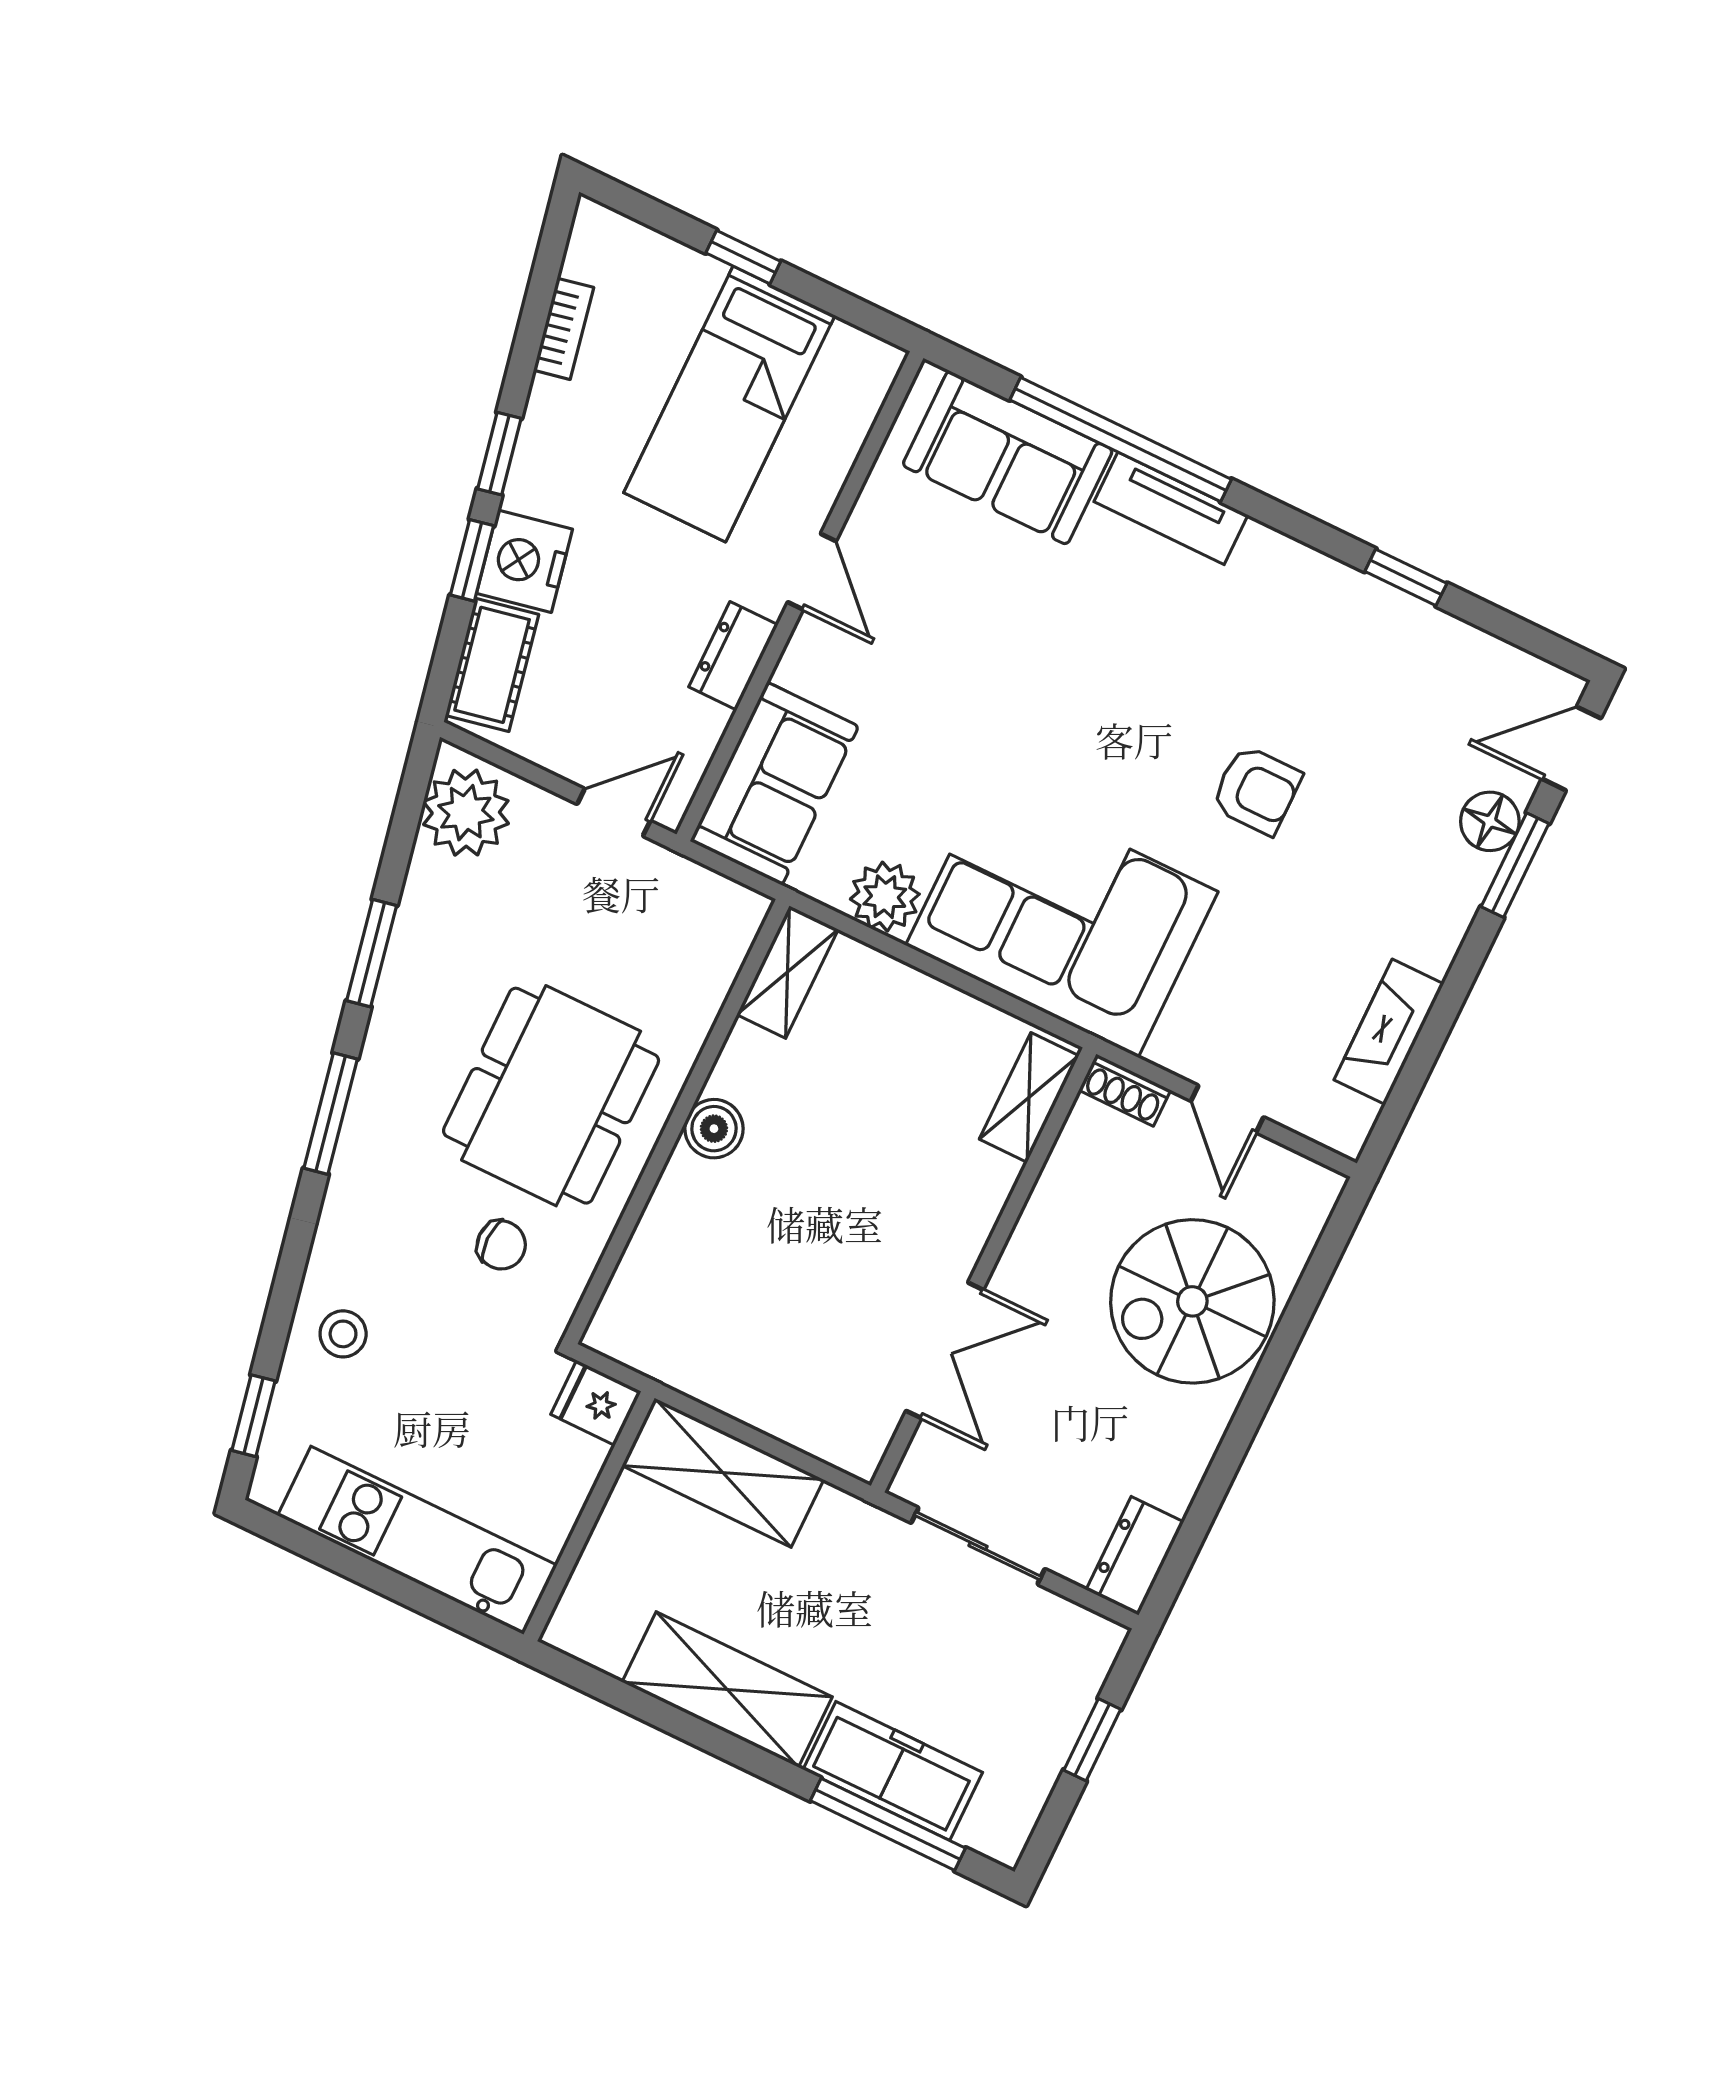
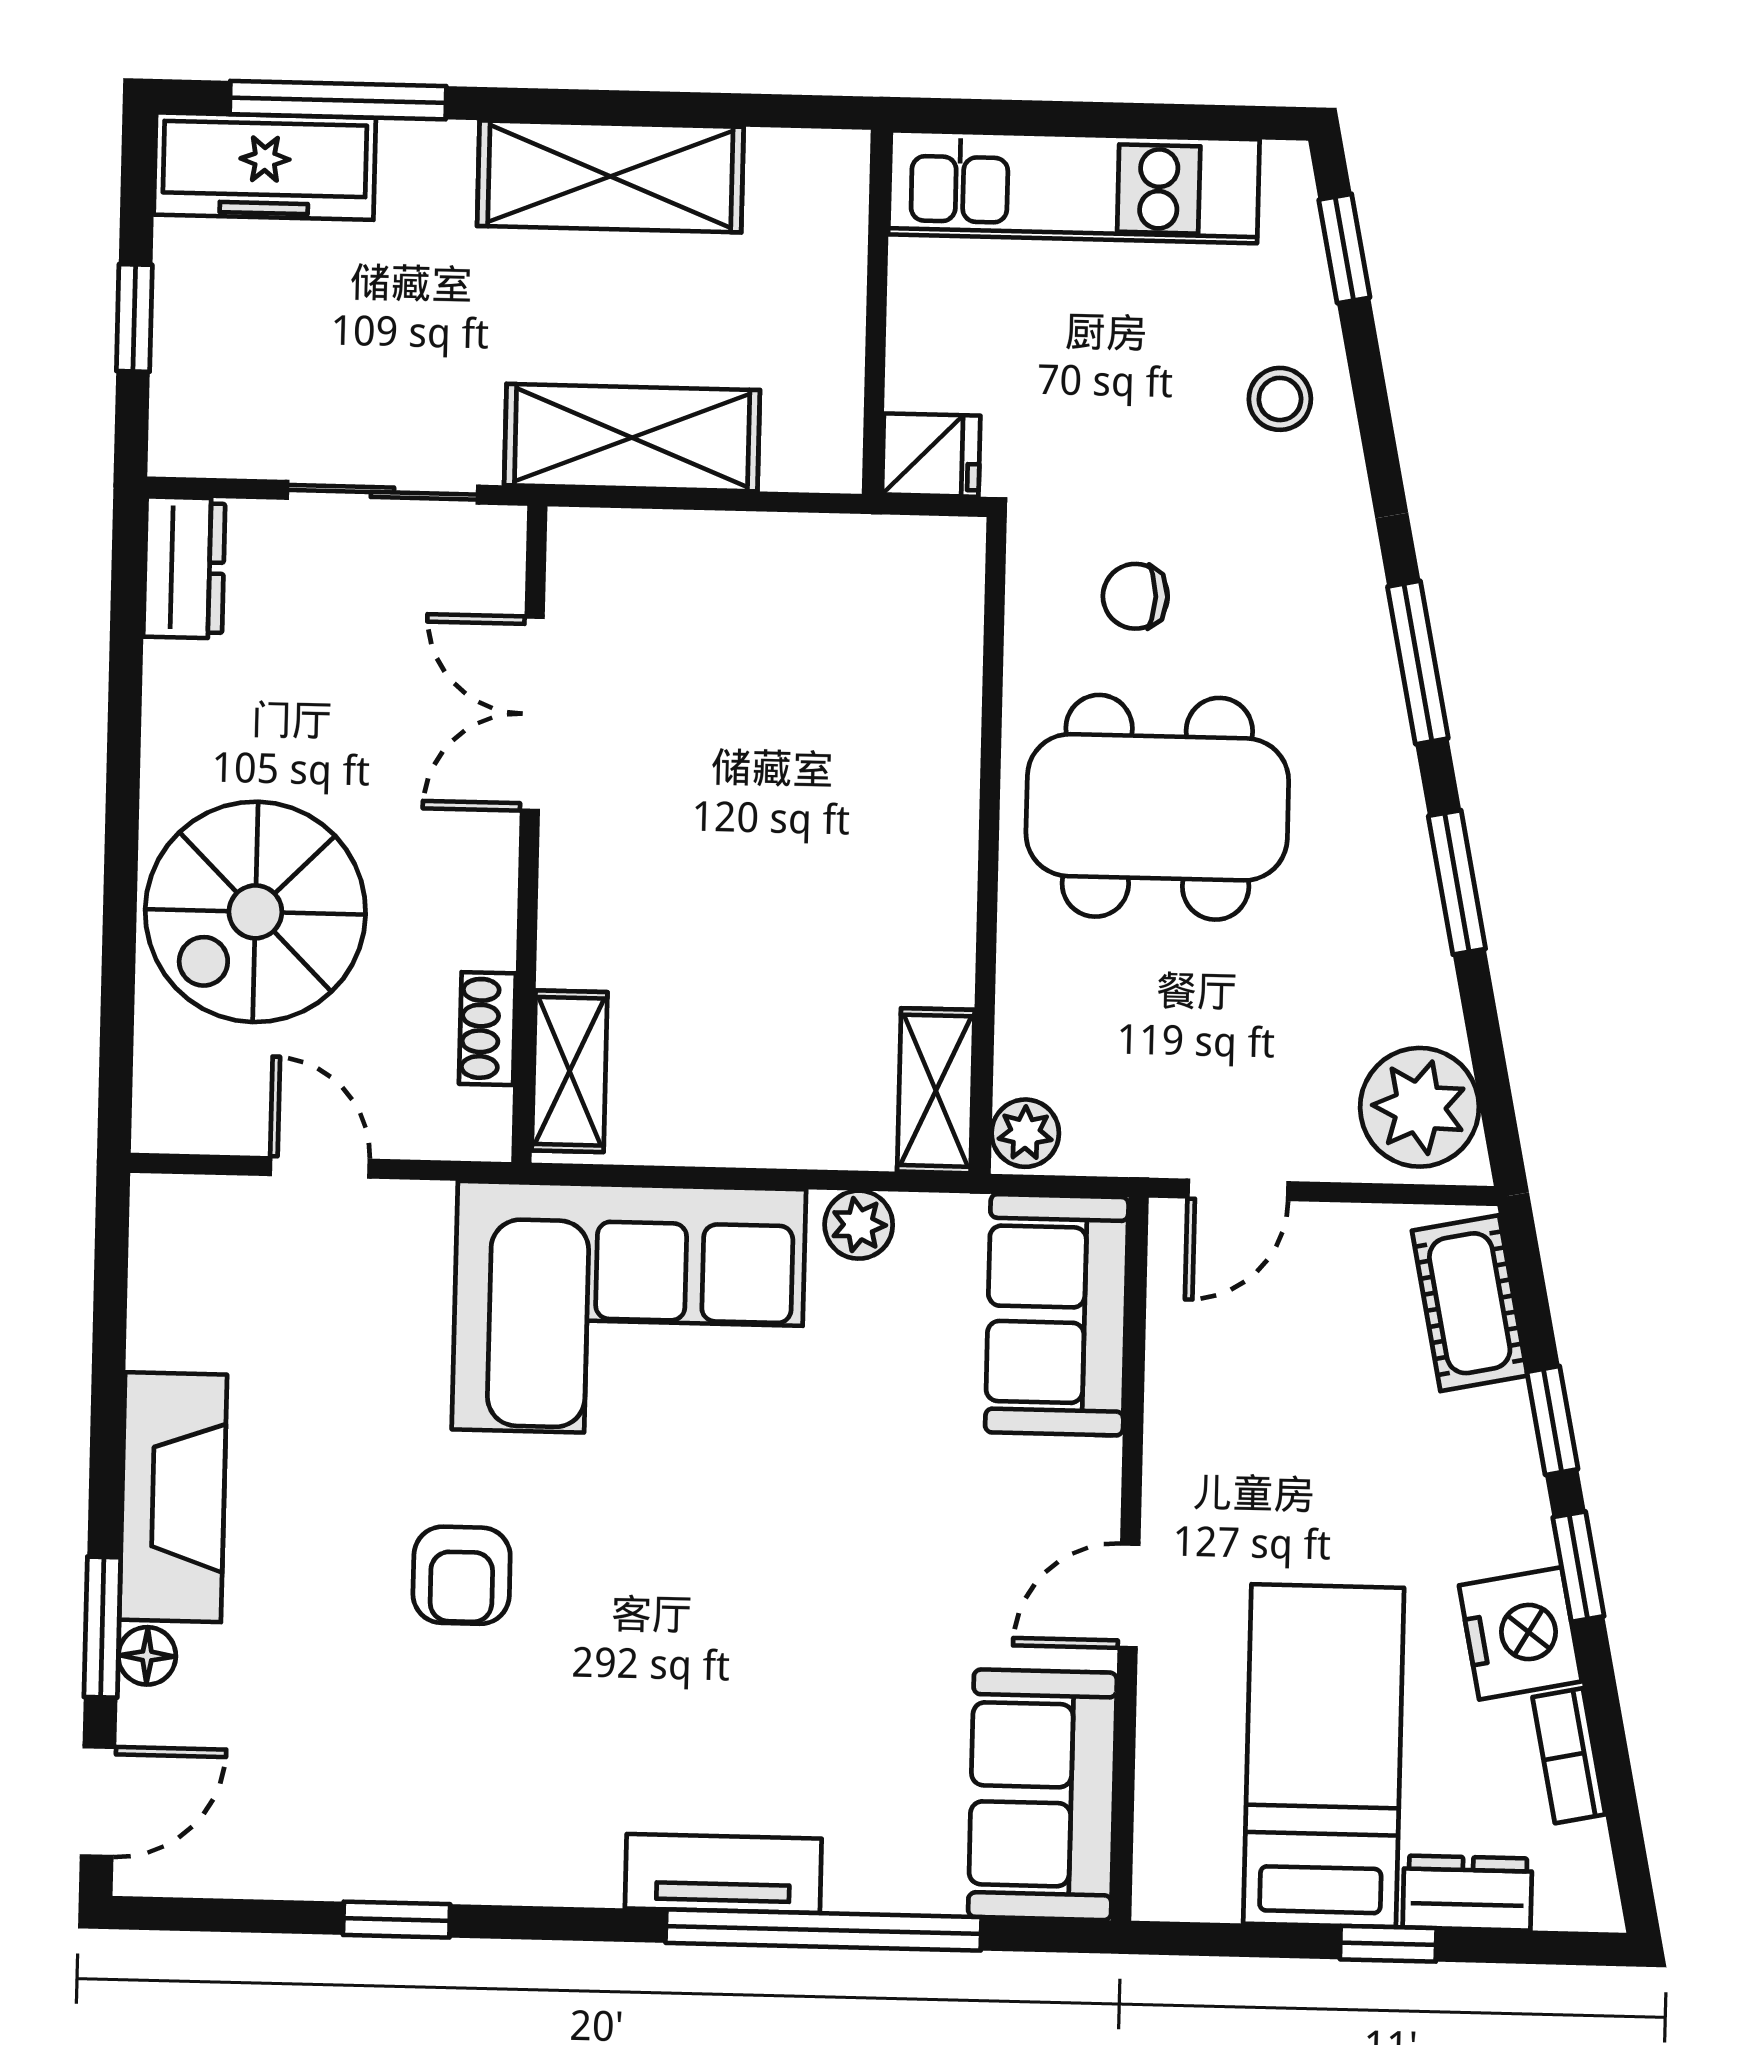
sofa: (1008, 458) -> (1042, 1795), moved, turned -90
nightstand: (524, 561) -> (1520, 1633), moved
door: (812, 572) -> (1129, 1596), hinge flipped
dresser: (733, 656) -> (1467, 1893), moved, turned -90
armchair: (1256, 790) -> (462, 1575), turned -90
floor lamp: (1490, 821) -> (147, 1656), width x0.73, depth x0.73
plant: (885, 897) -> (859, 1225), width x0.73, depth x0.73
plant: (740, 916) -> (1025, 1133), added
fireplace: (1389, 1032) -> (173, 1497), moved, width x1.37, depth x1.32
shoe rack: (1125, 1090) -> (487, 1029), moved, turned -90
dining table: (551, 1096) -> (1157, 807), turned 90
boiler: (714, 1129) -> (939, 858), removed
spiral stairs: (1192, 1301) -> (255, 912), turned 180
shelving: (723, 1473) -> (632, 438), moved
freezer: (893, 1771) -> (265, 166), moved

